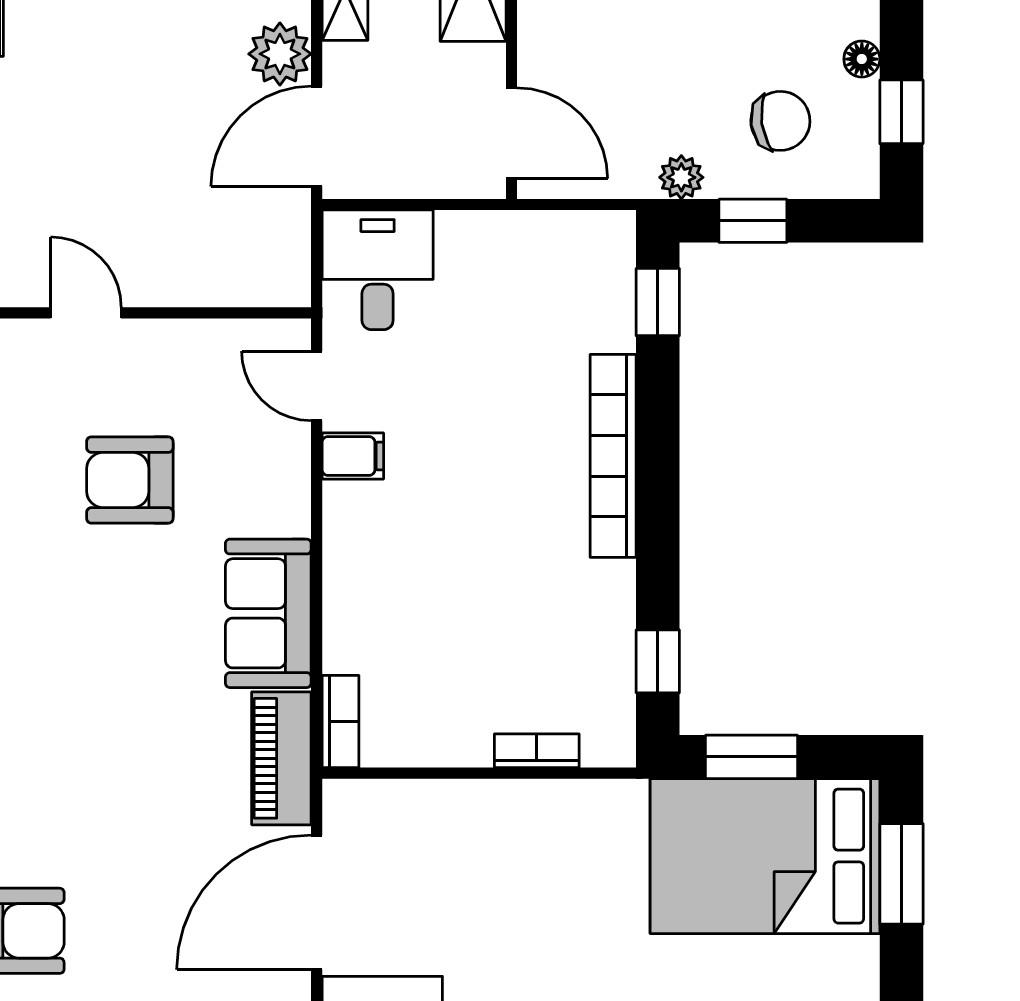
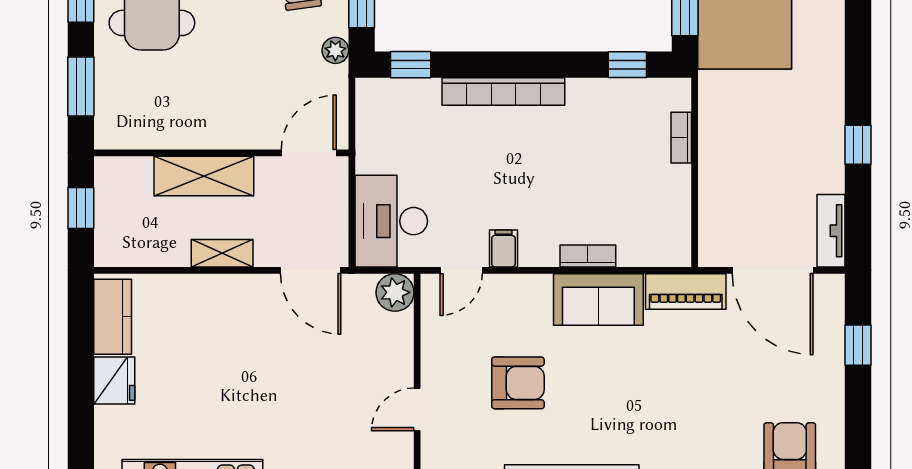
plant: (280, 54) -> (395, 292), moved
desk: (378, 270) -> (391, 221), width x1.37
armchair: (130, 480) -> (518, 383), turned -90
bookcase: (340, 722) -> (588, 256), moved

